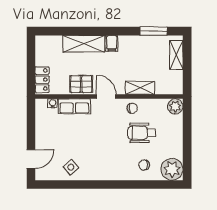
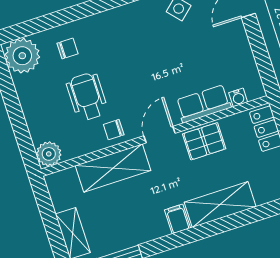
shelving: (140, 88) -> (113, 168), width x1.50, depth x1.33
door: (106, 97) -> (159, 135), swing flipped
wheelchair: (142, 133) -> (87, 97), turned -90

